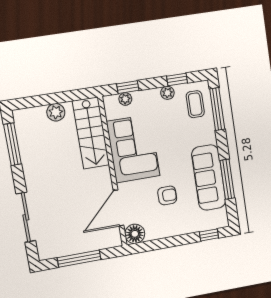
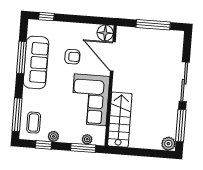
window: (128, 87) -> (83, 148), width x1.50
plant: (56, 112) -> (168, 144), moved
armchair: (167, 195) -> (72, 57), turned 180
door: (119, 208) -> (113, 57), swing flipped
sliding door: (26, 217) -> (184, 82), moved

